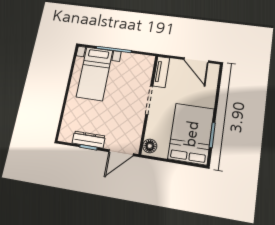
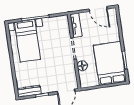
dresser: (89, 140) -> (29, 91), moved
floor lamp: (150, 146) -> (82, 66), moved

